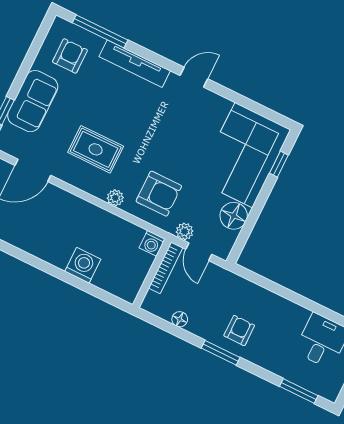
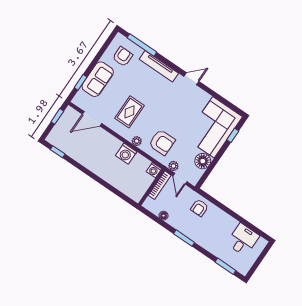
rug: (96, 149) -> (130, 112), turned 90
washing machine: (83, 265) -> (126, 154), moved, turned 180
armchair: (239, 331) -> (199, 208), moved, turned 180

